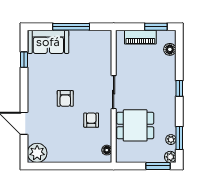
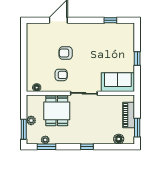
window: (71, 27) -> (137, 59), width x0.46
sofa: (48, 42) -> (118, 82), moved, turned 90
armchair: (65, 98) -> (66, 53), moved
plant: (37, 153) -> (34, 31), removed
plant: (170, 157) -> (31, 120), moved

